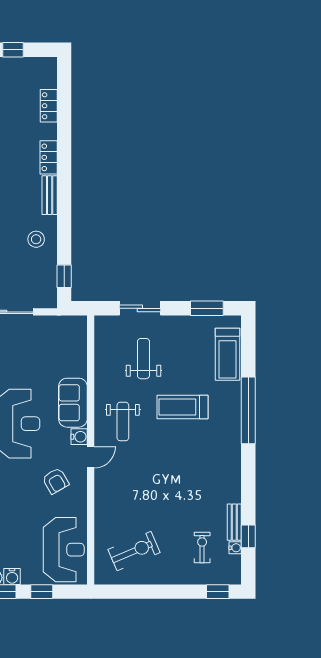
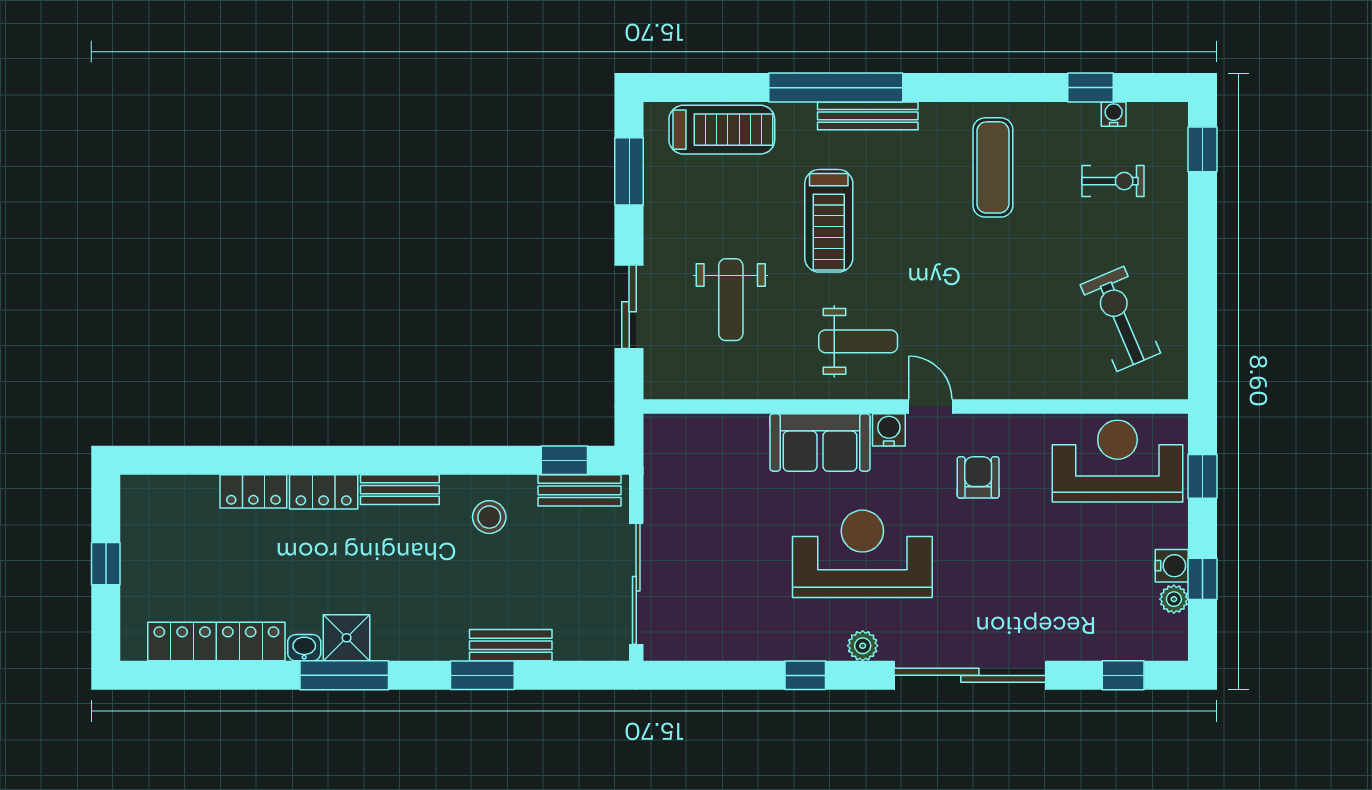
locker: (49, 106) -> (253, 491), moved
bench: (49, 284) -> (579, 490), added
weight bench: (143, 359) -> (731, 300), turned -90
armchair: (56, 481) -> (978, 477), turned -60
exercise mat: (209, 488) -> (993, 167), added
bench: (234, 522) -> (868, 116), moved, width x1.36
exercise bike: (202, 547) -> (1113, 181), turned 180
window: (42, 592) -> (1202, 476), moved

